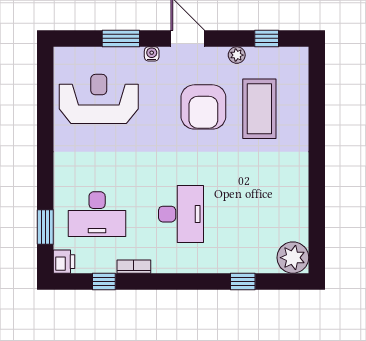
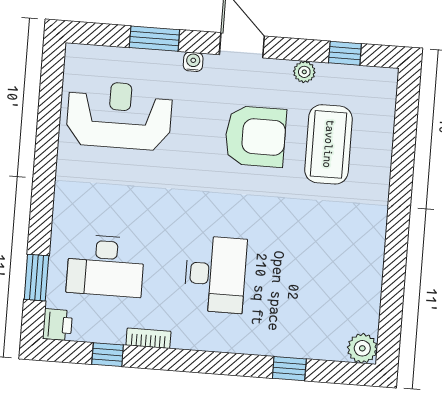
armchair: (203, 107) -> (255, 136), turned -90
plant: (293, 258) -> (362, 348), width x0.73, depth x0.73

